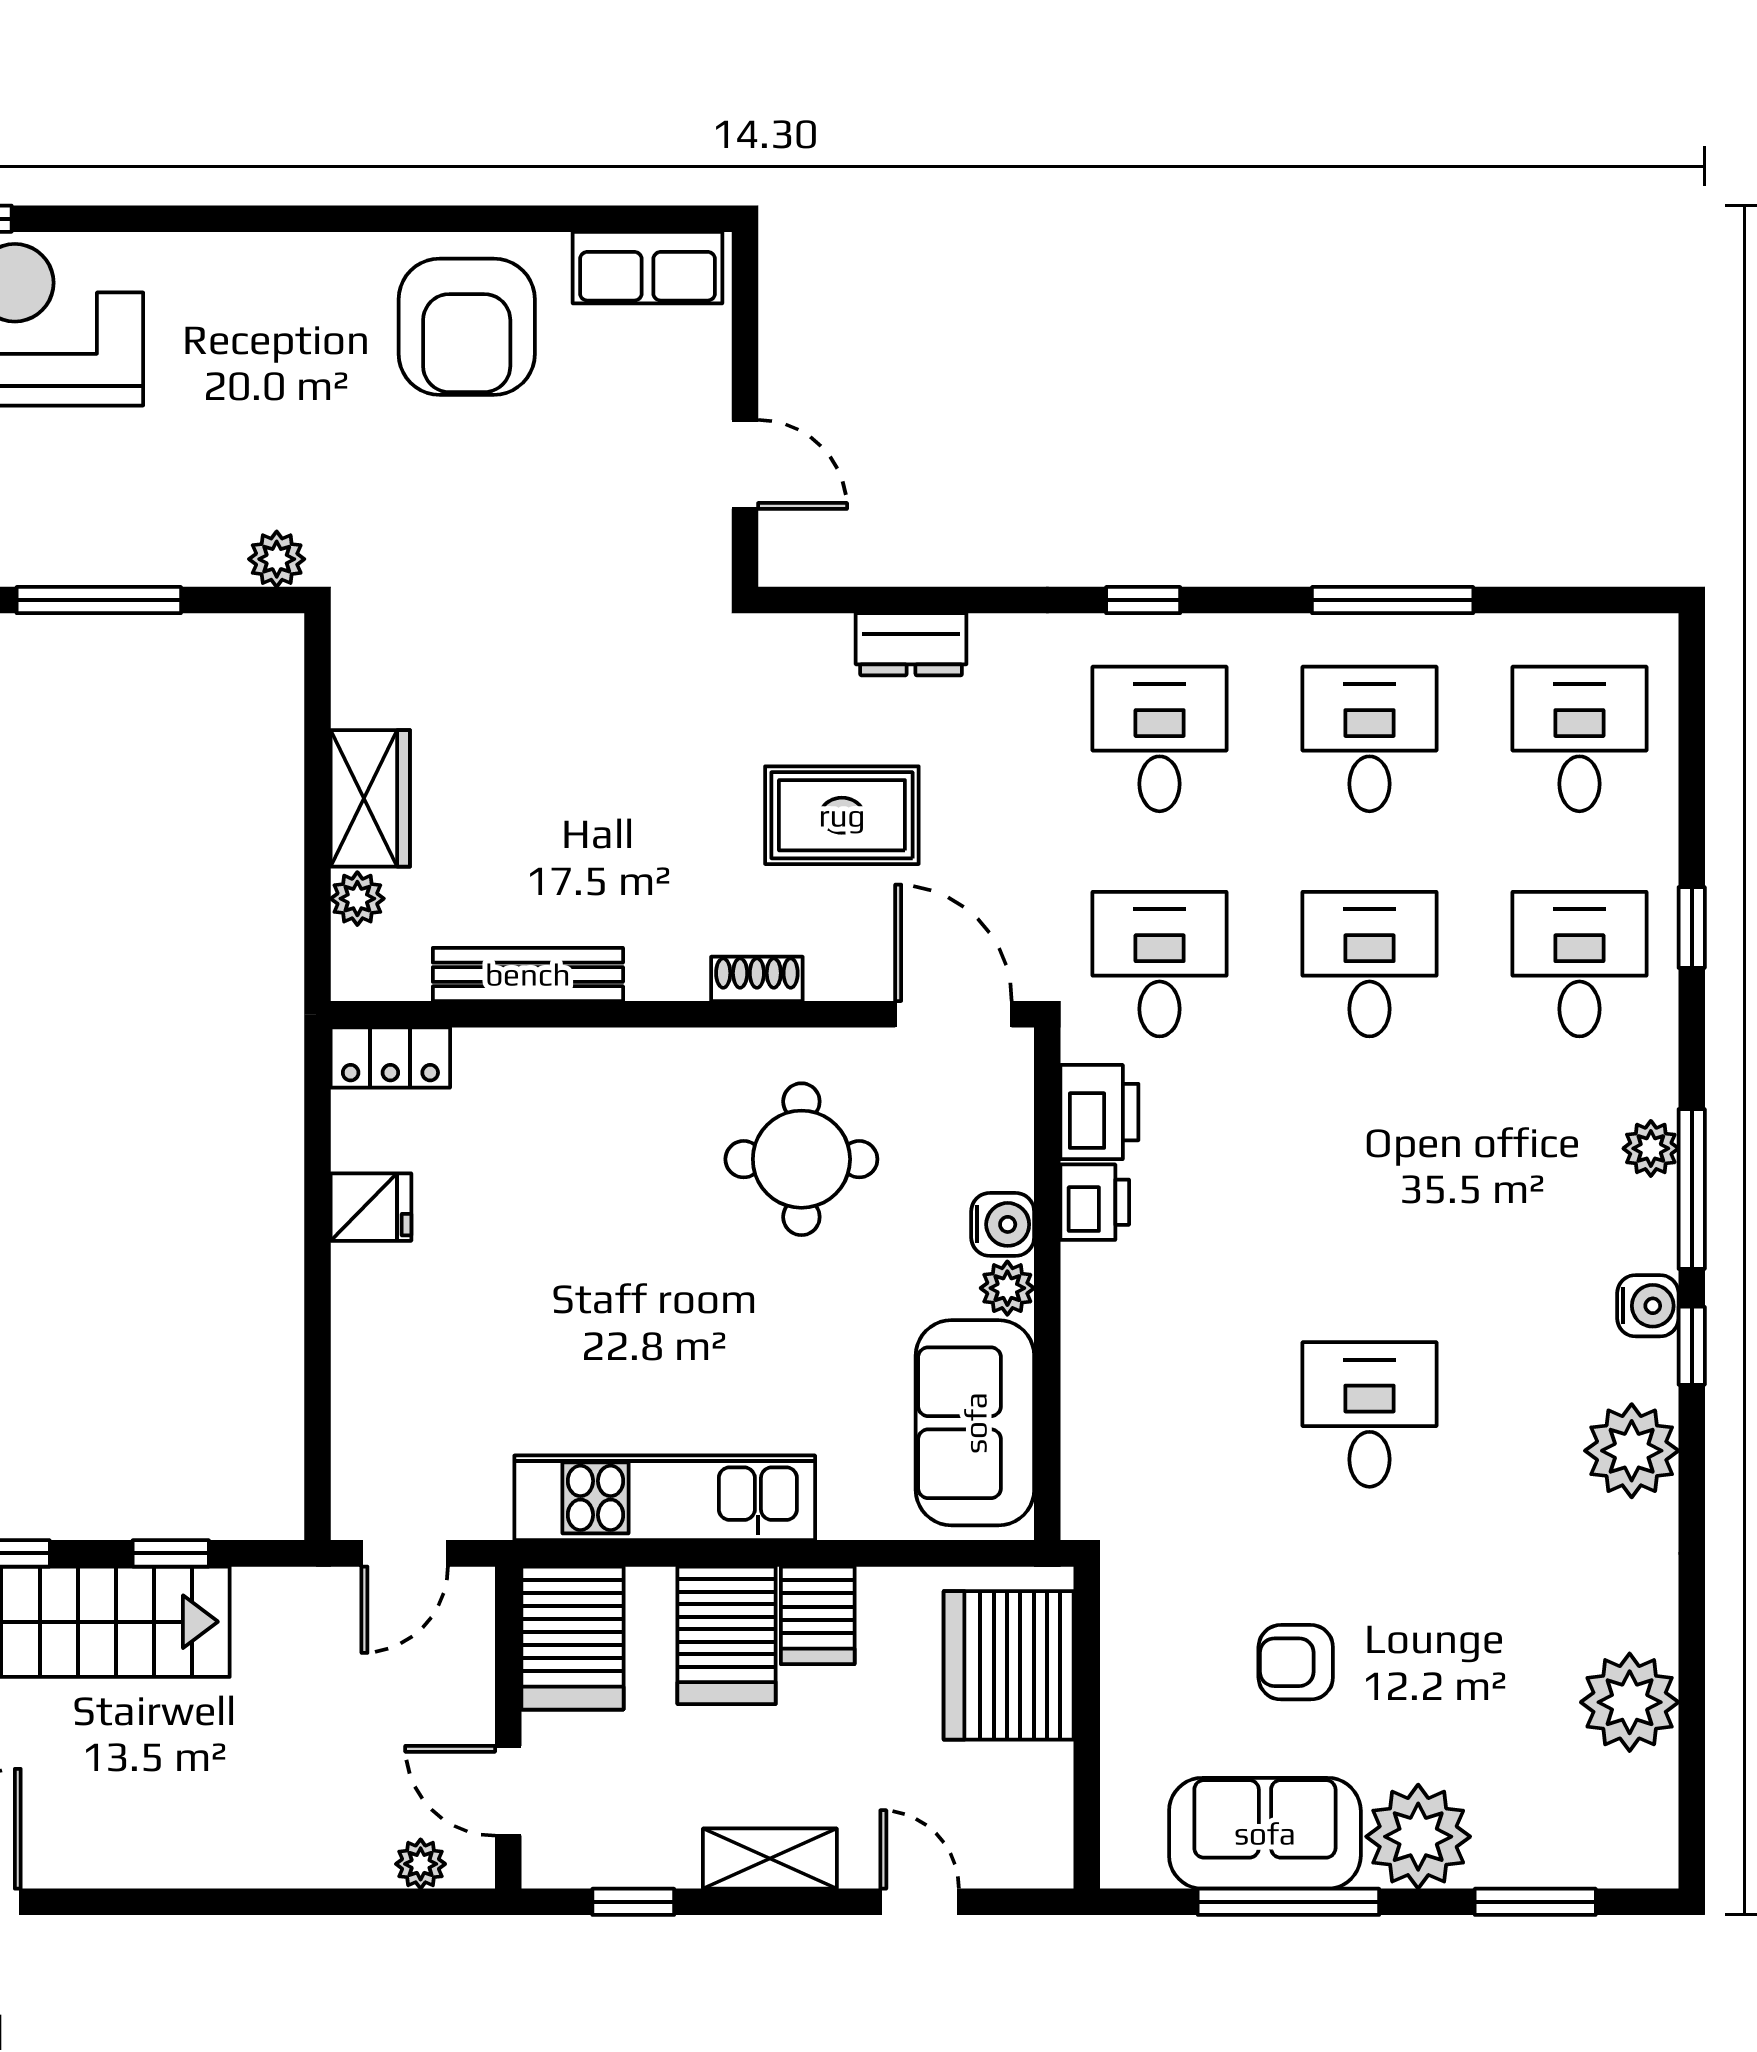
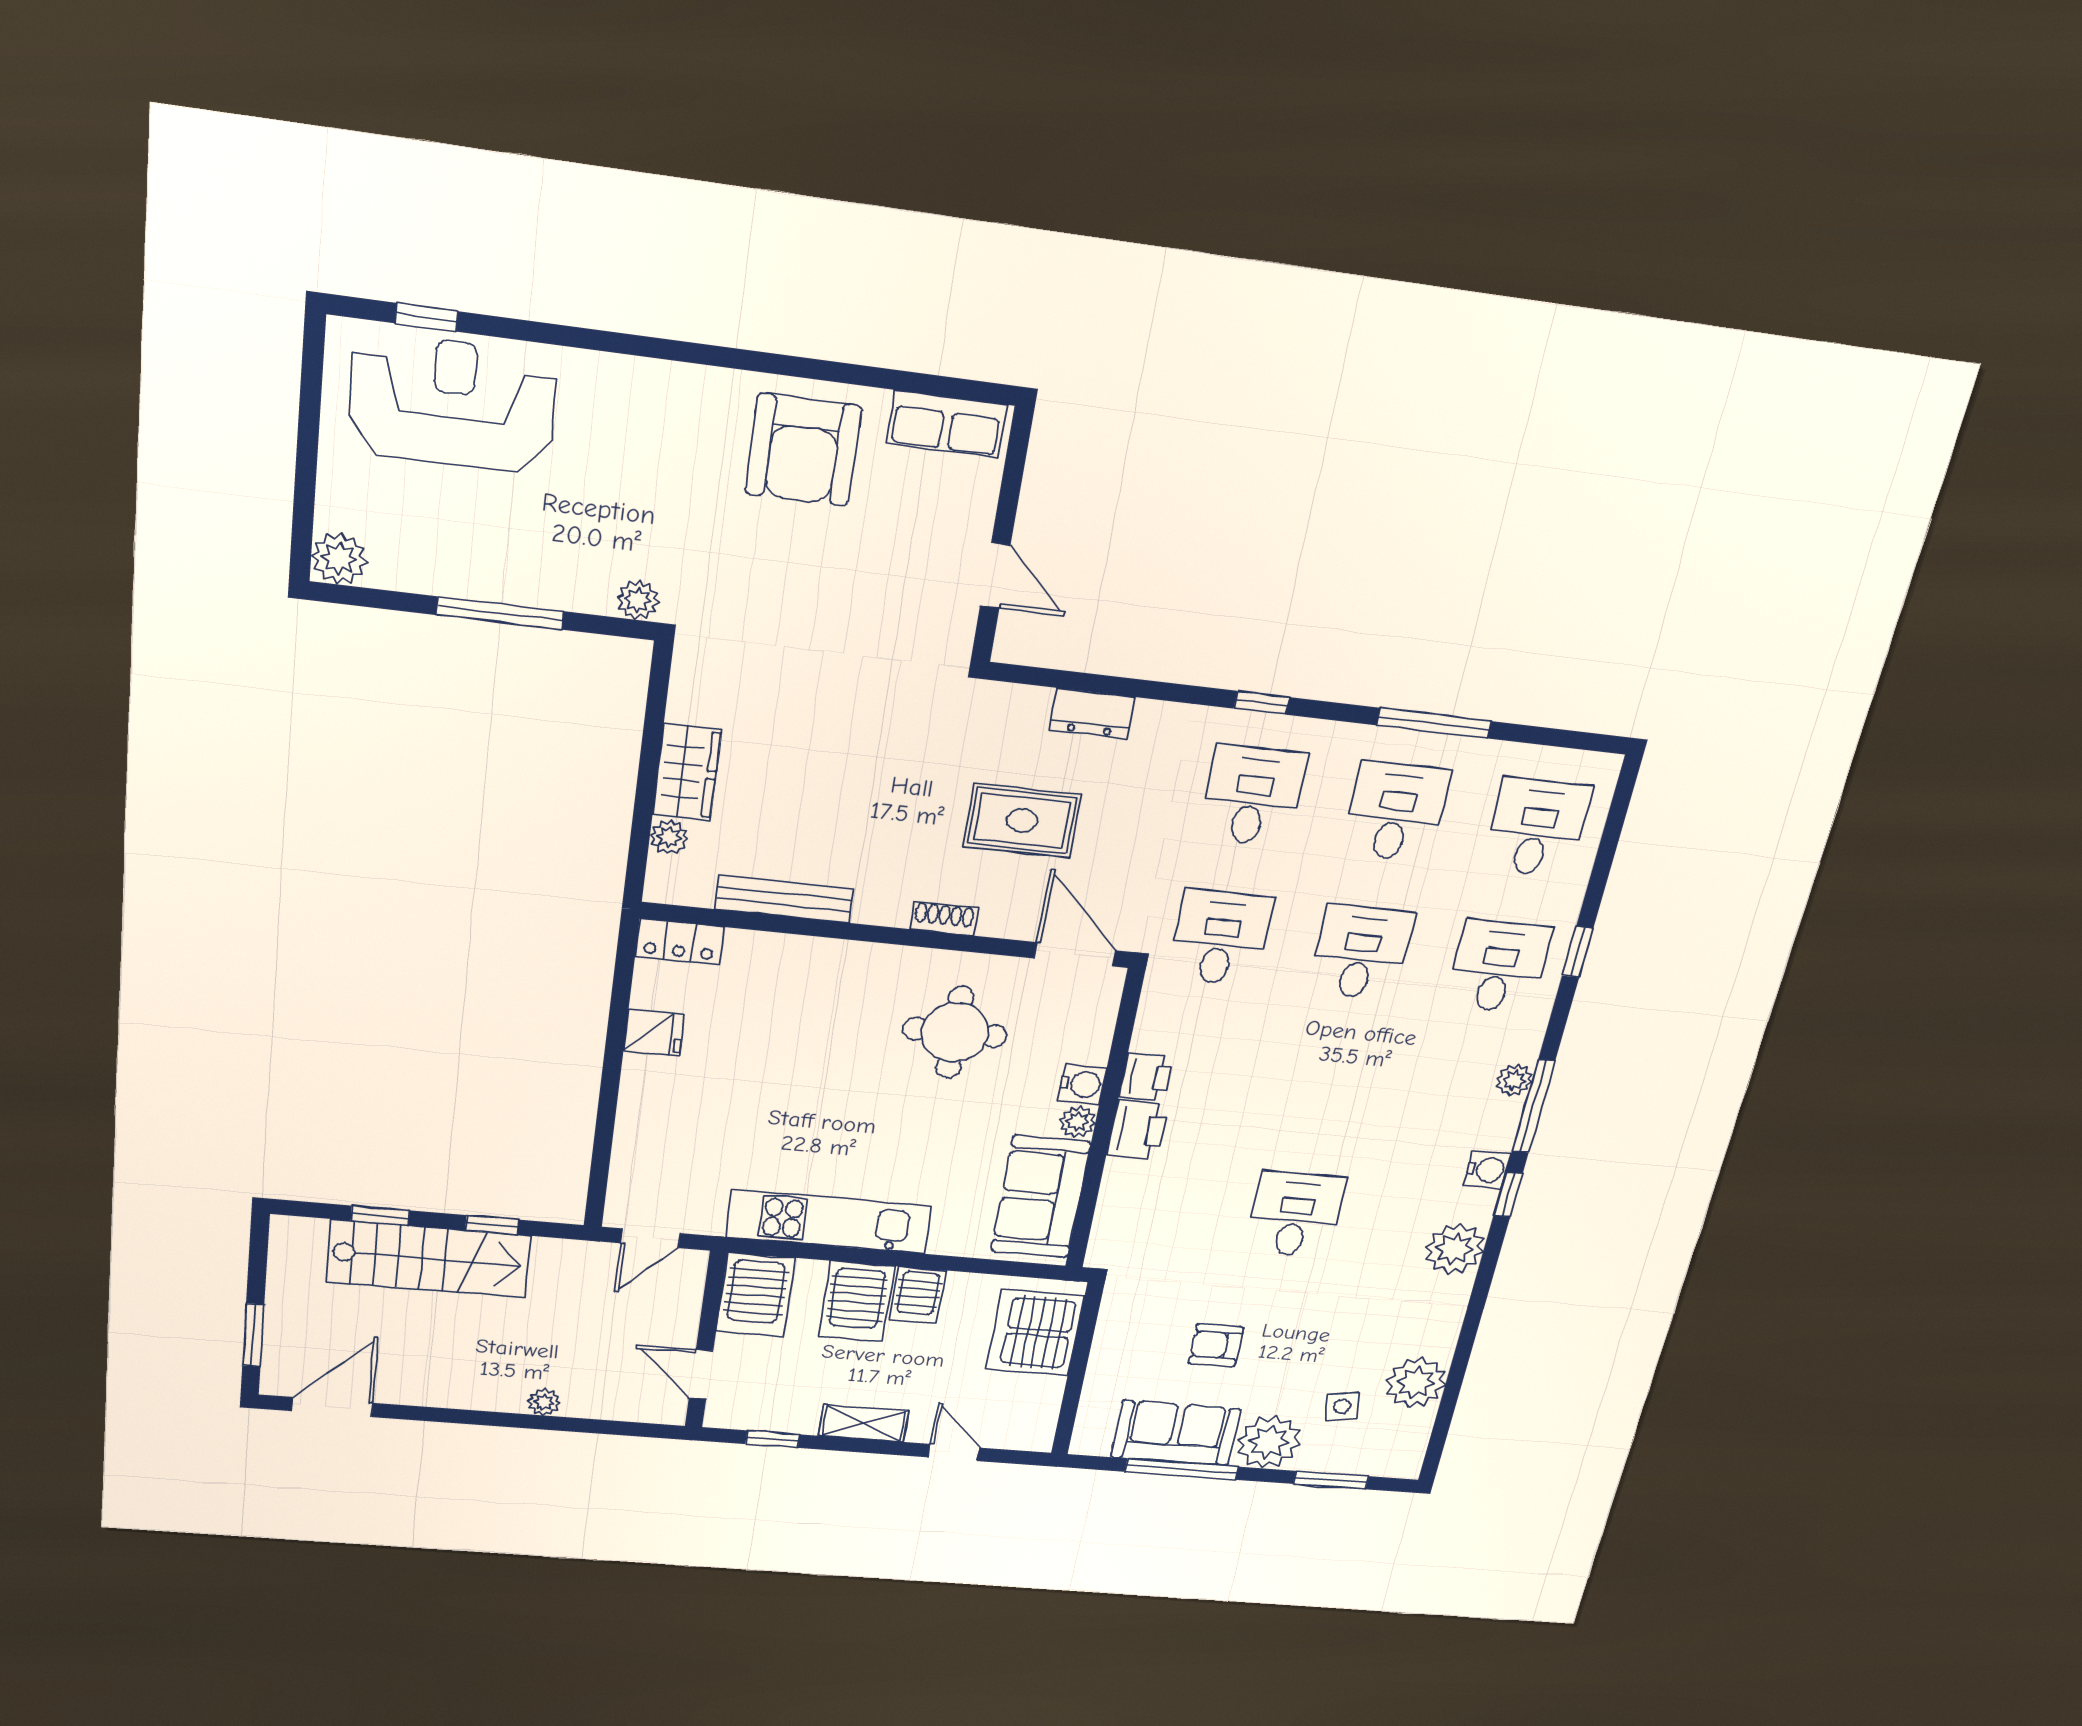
printer: (1099, 1112) -> (1138, 1130), moved
side table: (1521, 1758) -> (1342, 1406), added
plant: (421, 1864) -> (544, 1402), moved

